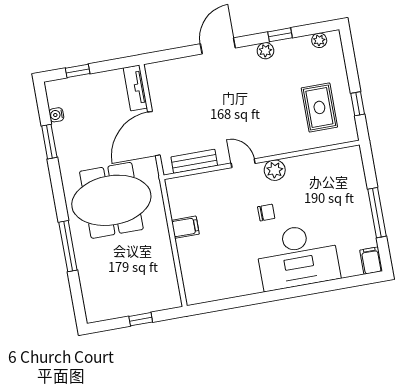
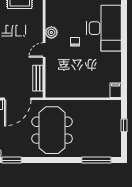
door: (154, 134) -> (18, 99), hinge flipped
filing cabinet: (185, 227) -> (116, 90), moved
window: (68, 246) -> (96, 160), moved

